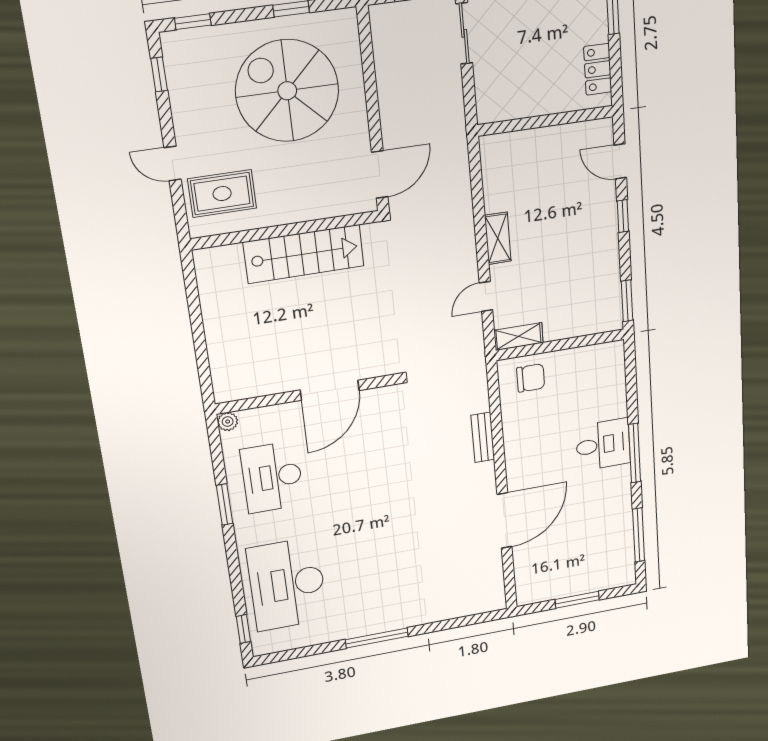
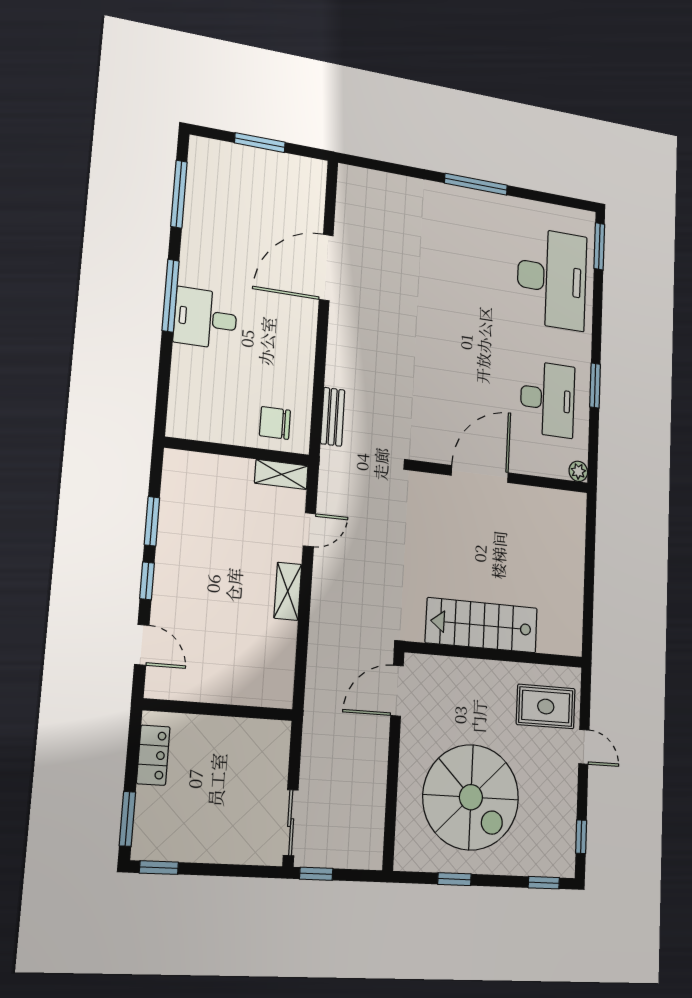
window: (627, 301) -> (152, 521), moved
bench: (483, 437) -> (333, 417), moved
window: (243, 629) -> (599, 246), width x1.50

